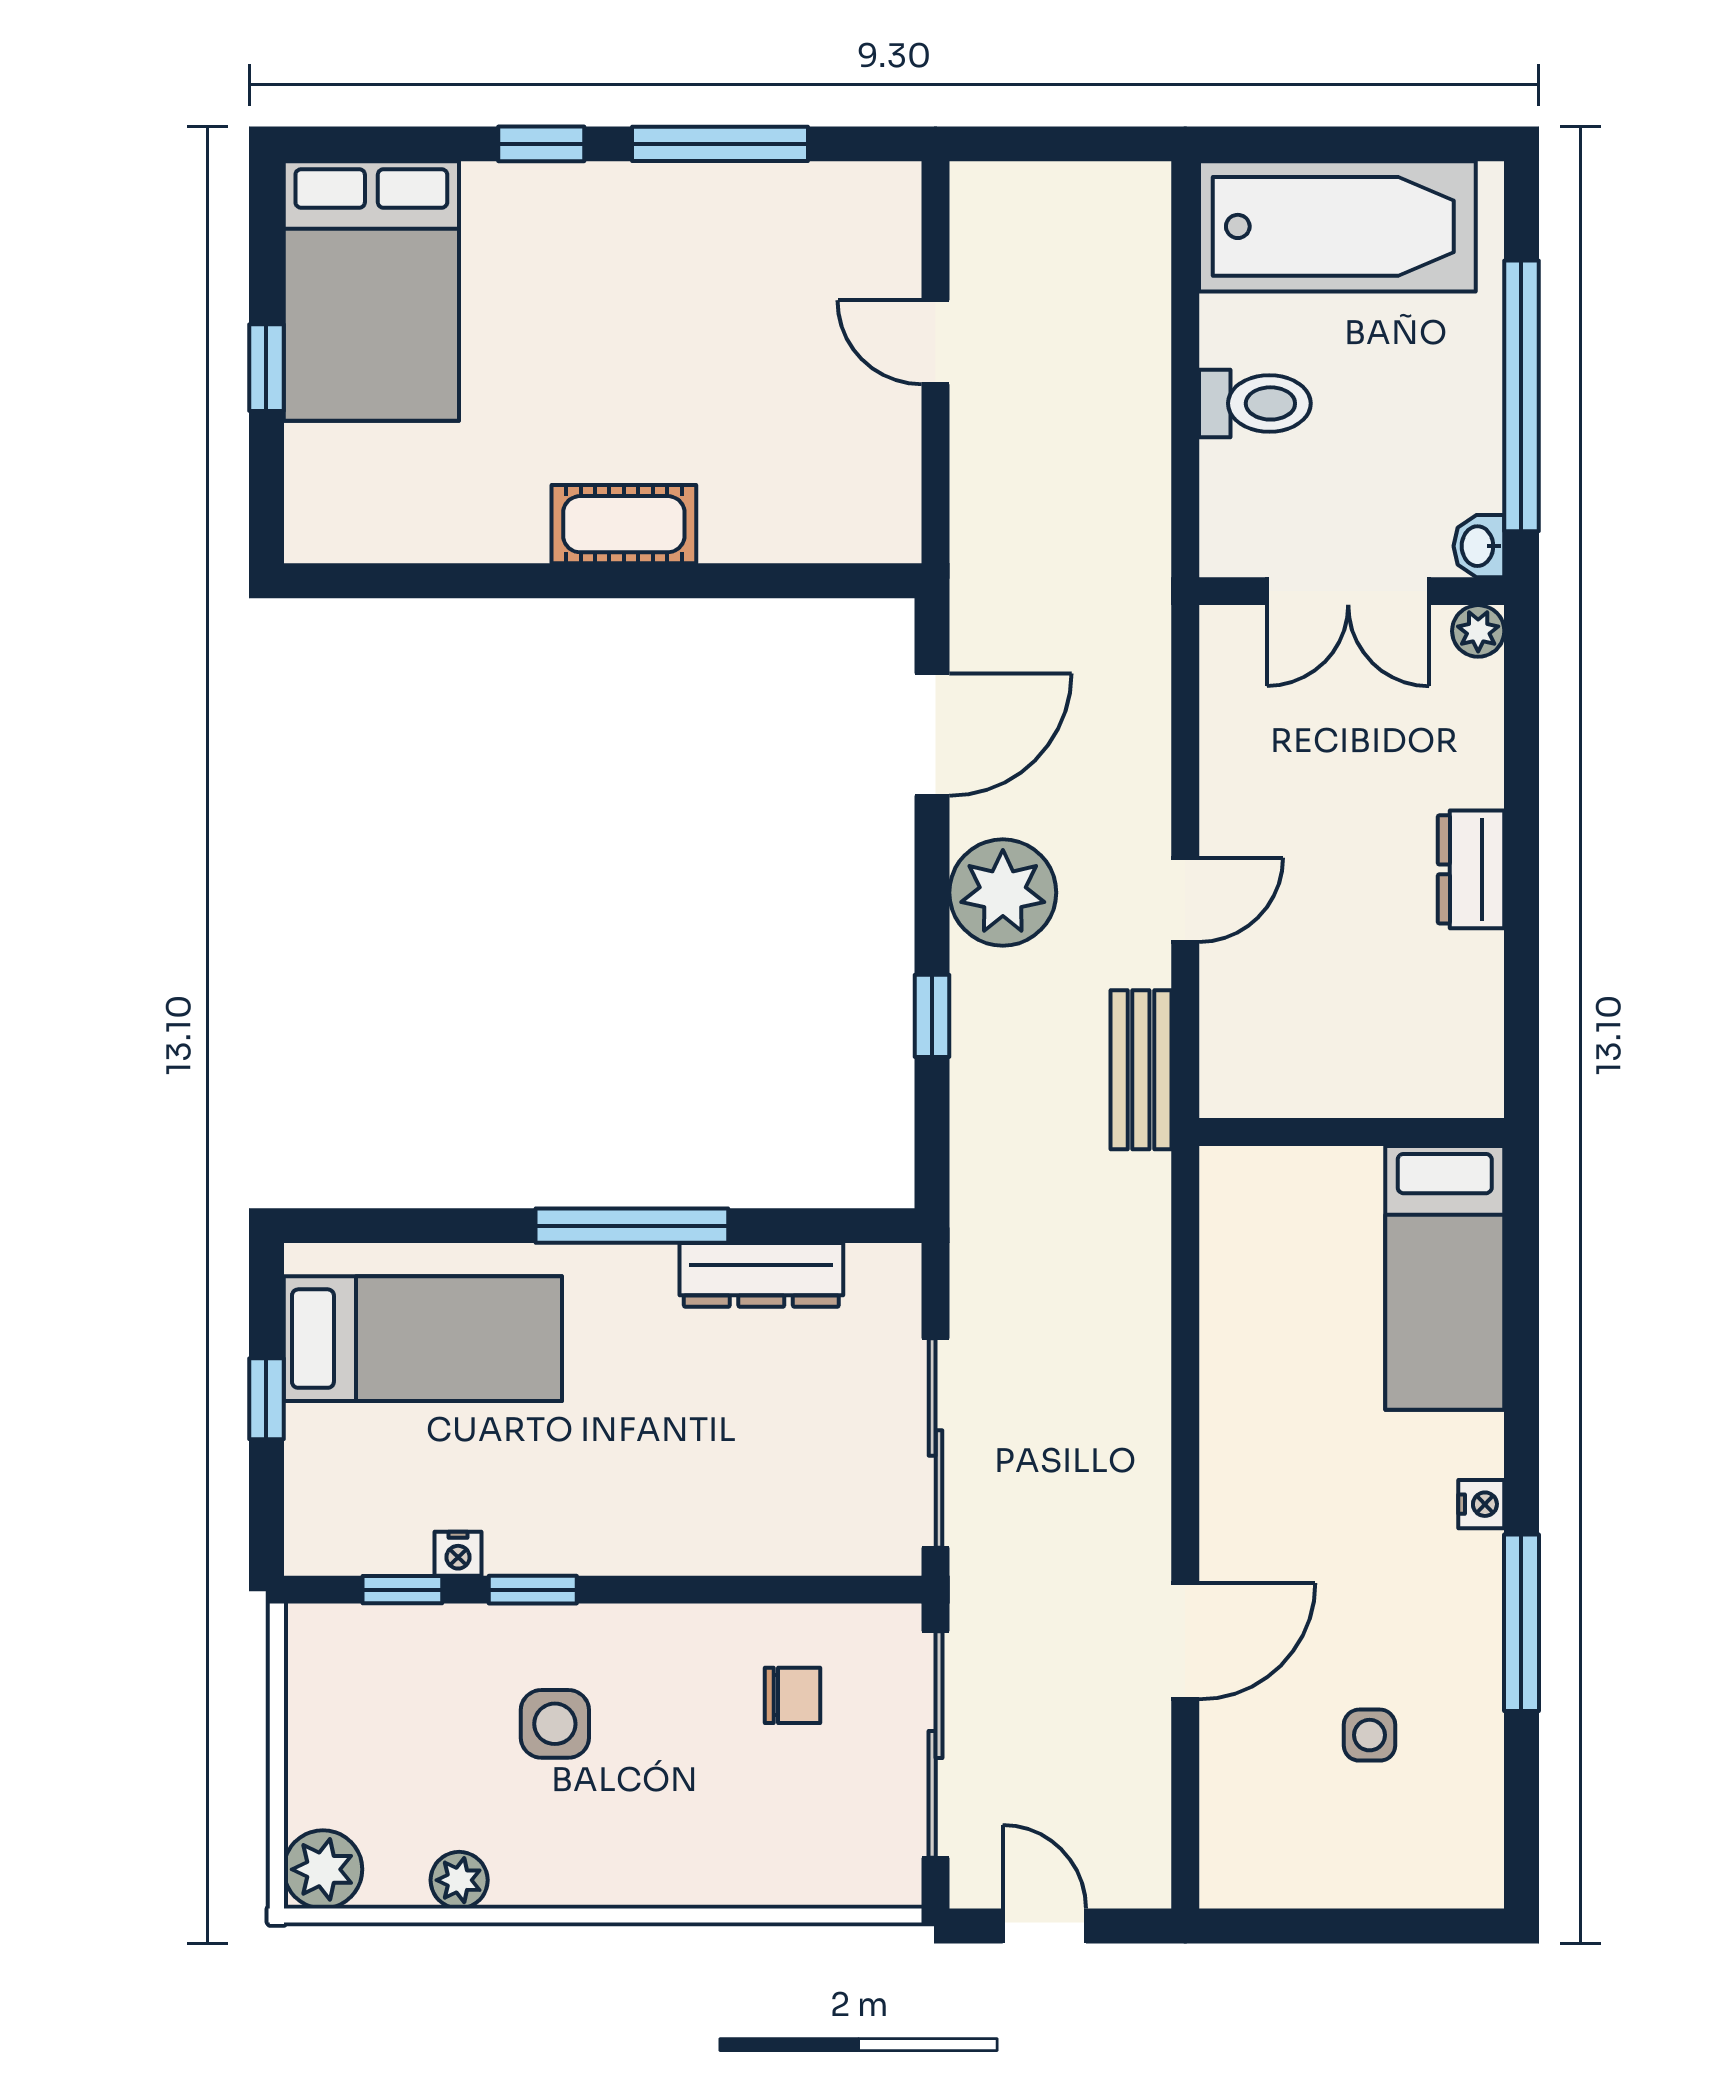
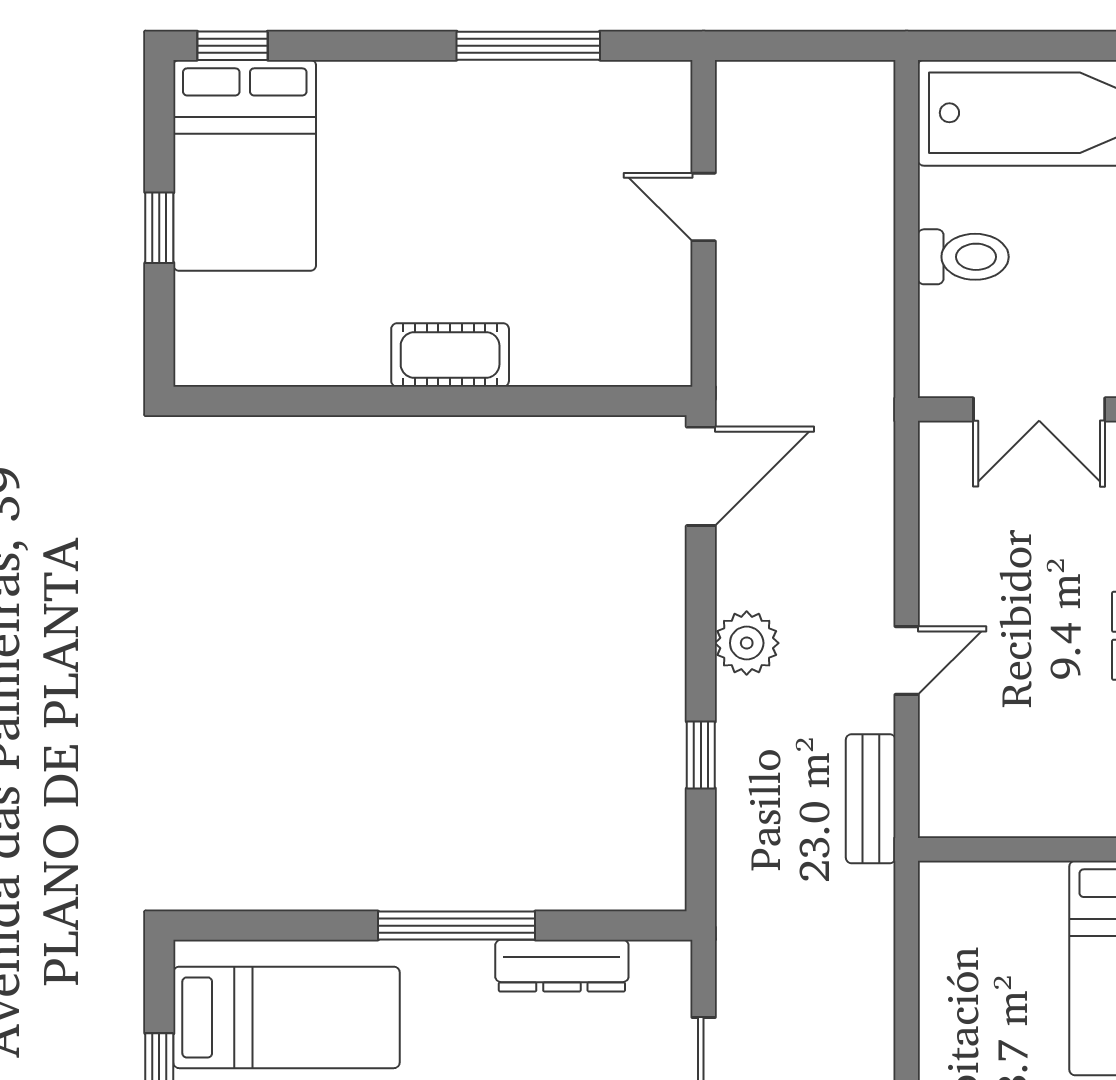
window: (541, 144) -> (232, 46), moved
door: (932, 735) -> (701, 476), moved
plant: (1003, 893) -> (747, 643), width x0.73, depth x0.73

